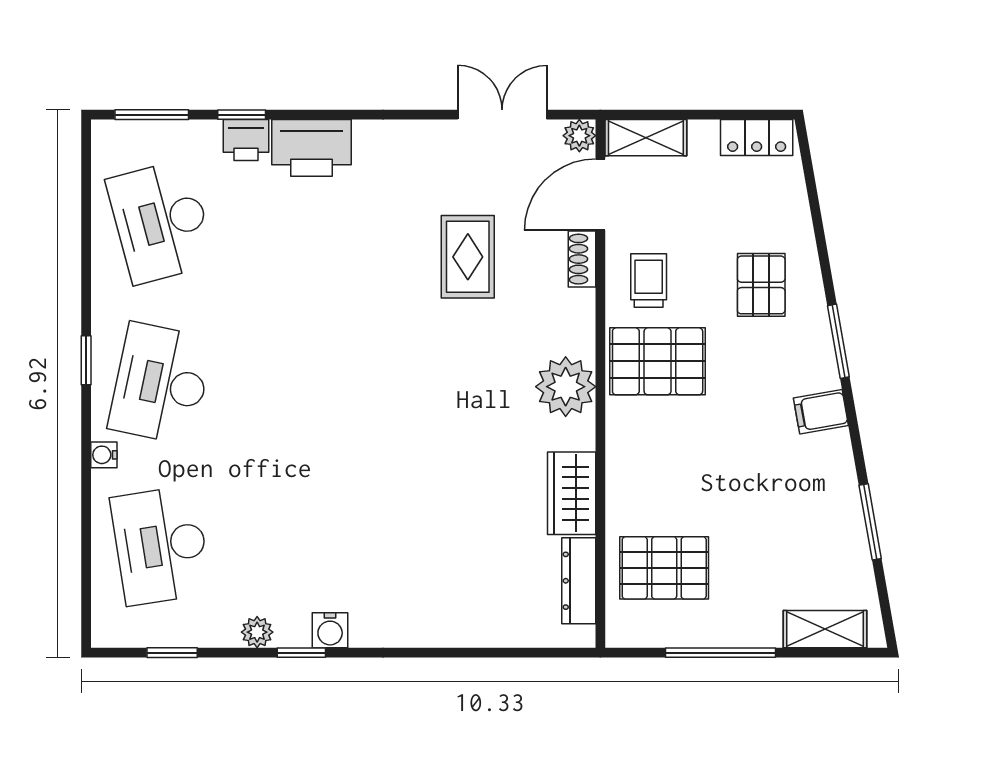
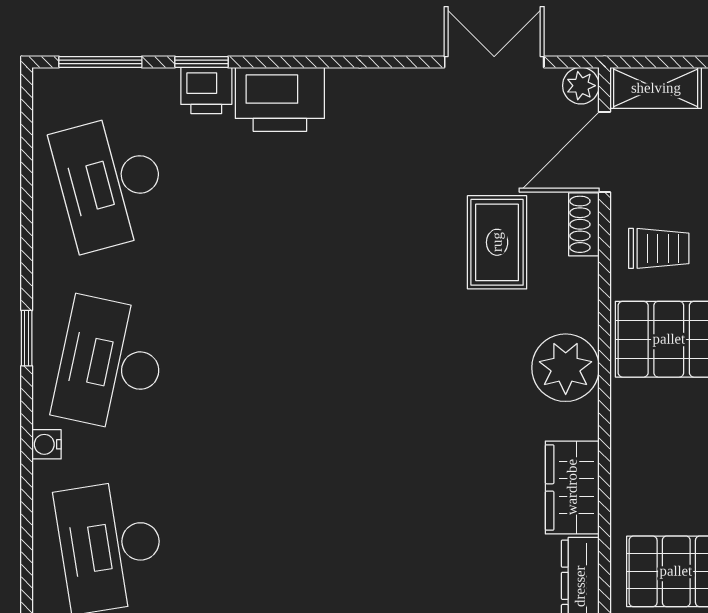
rug: (468, 257) -> (497, 242), moved
trolley: (649, 280) -> (659, 248), turned 90

